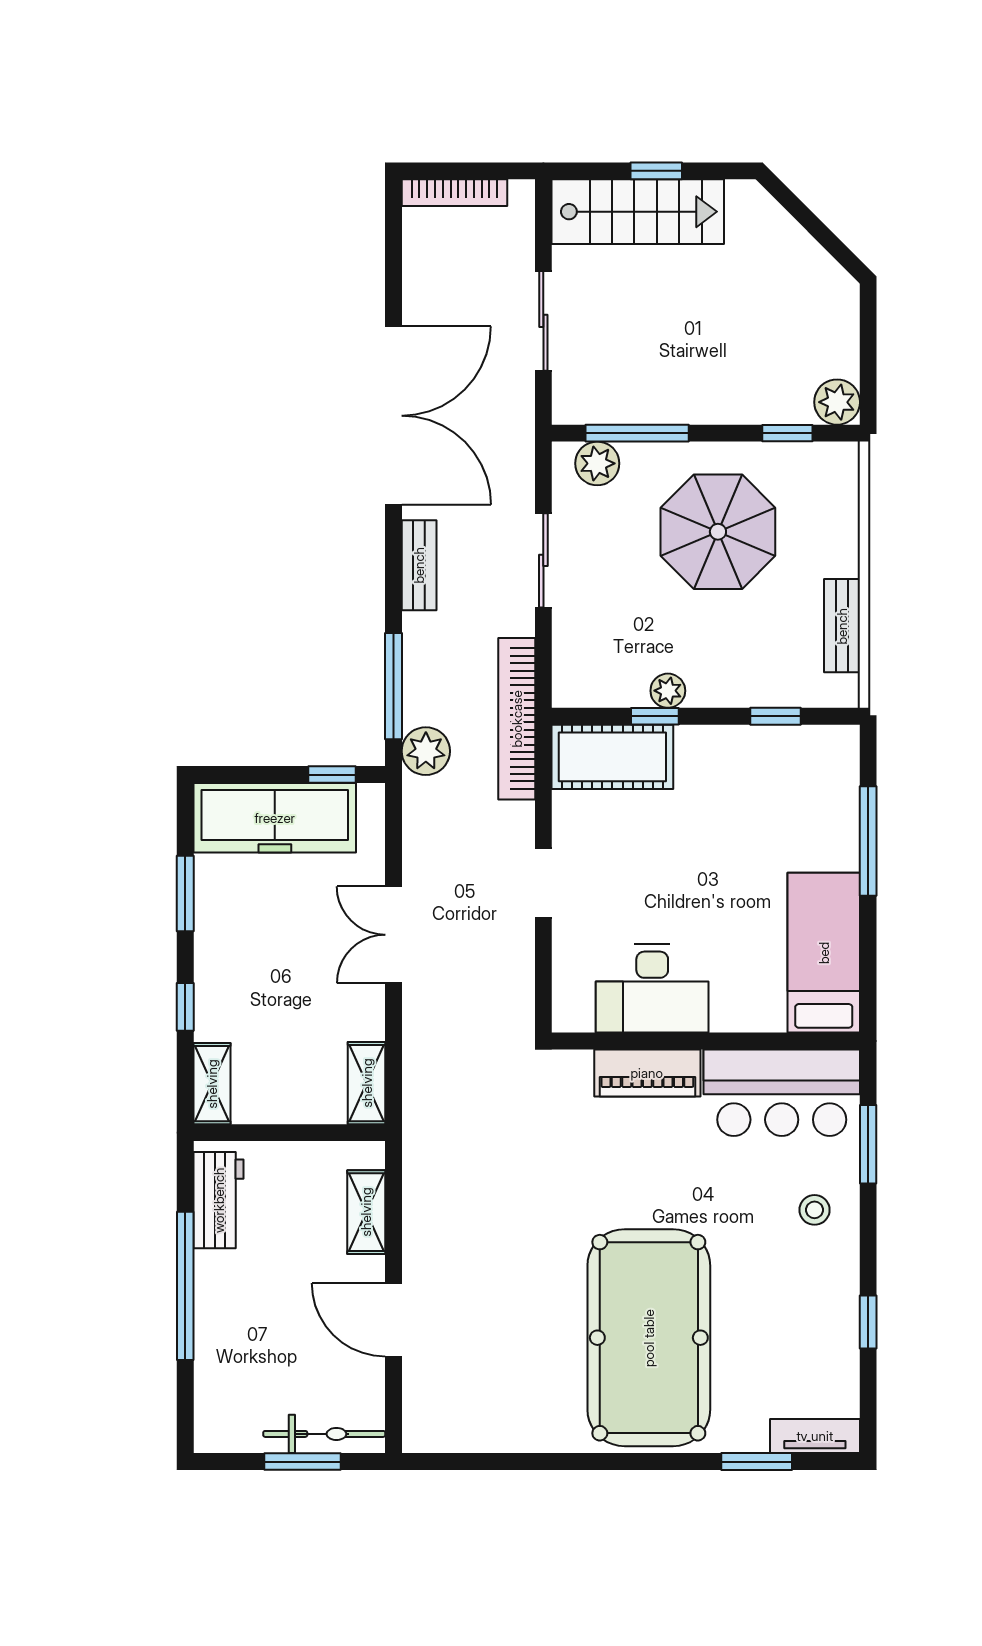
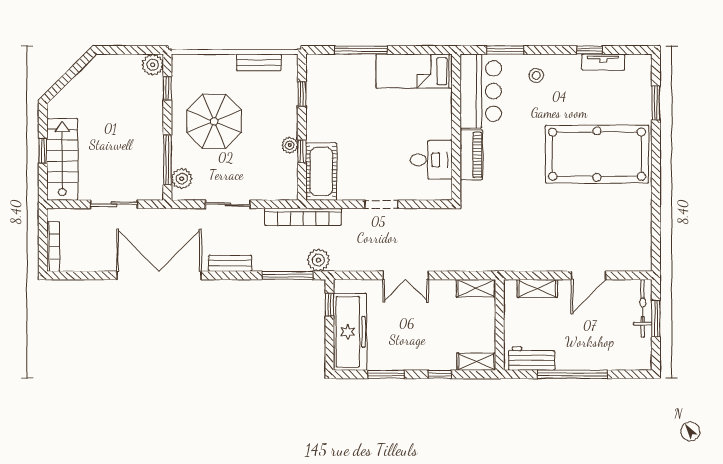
desk: (652, 989) -> (431, 160), width x0.73
tv unit: (815, 1436) -> (603, 62), moved, turned -90

